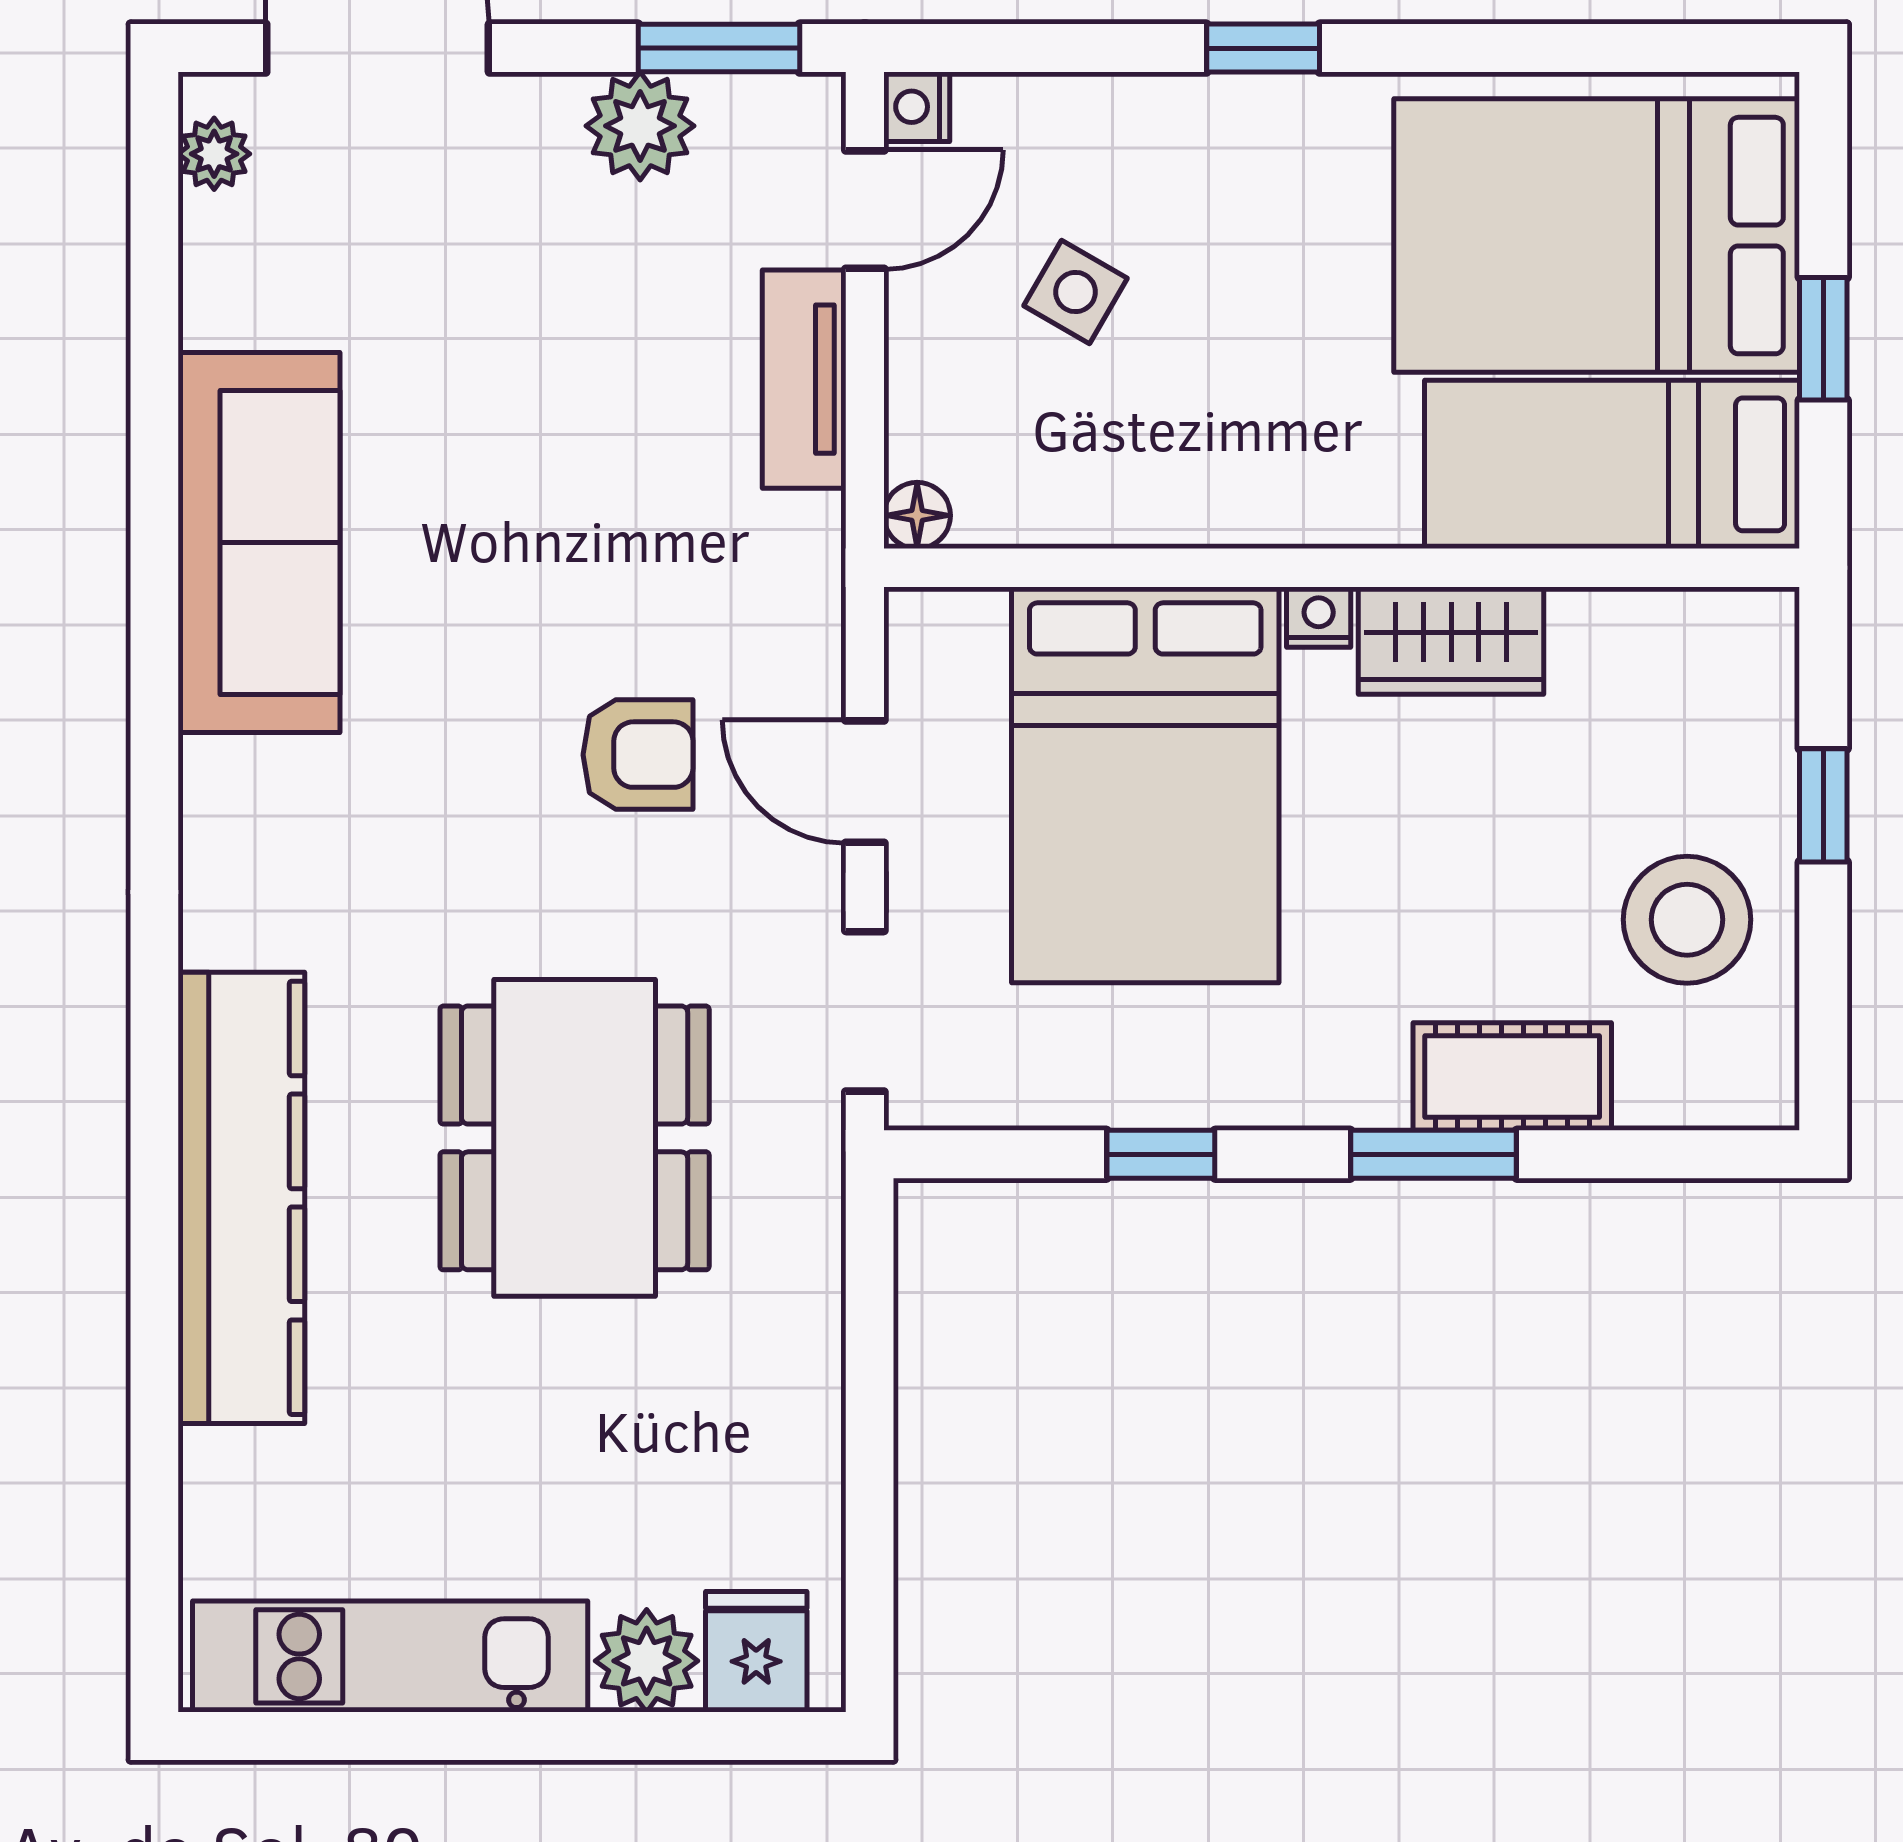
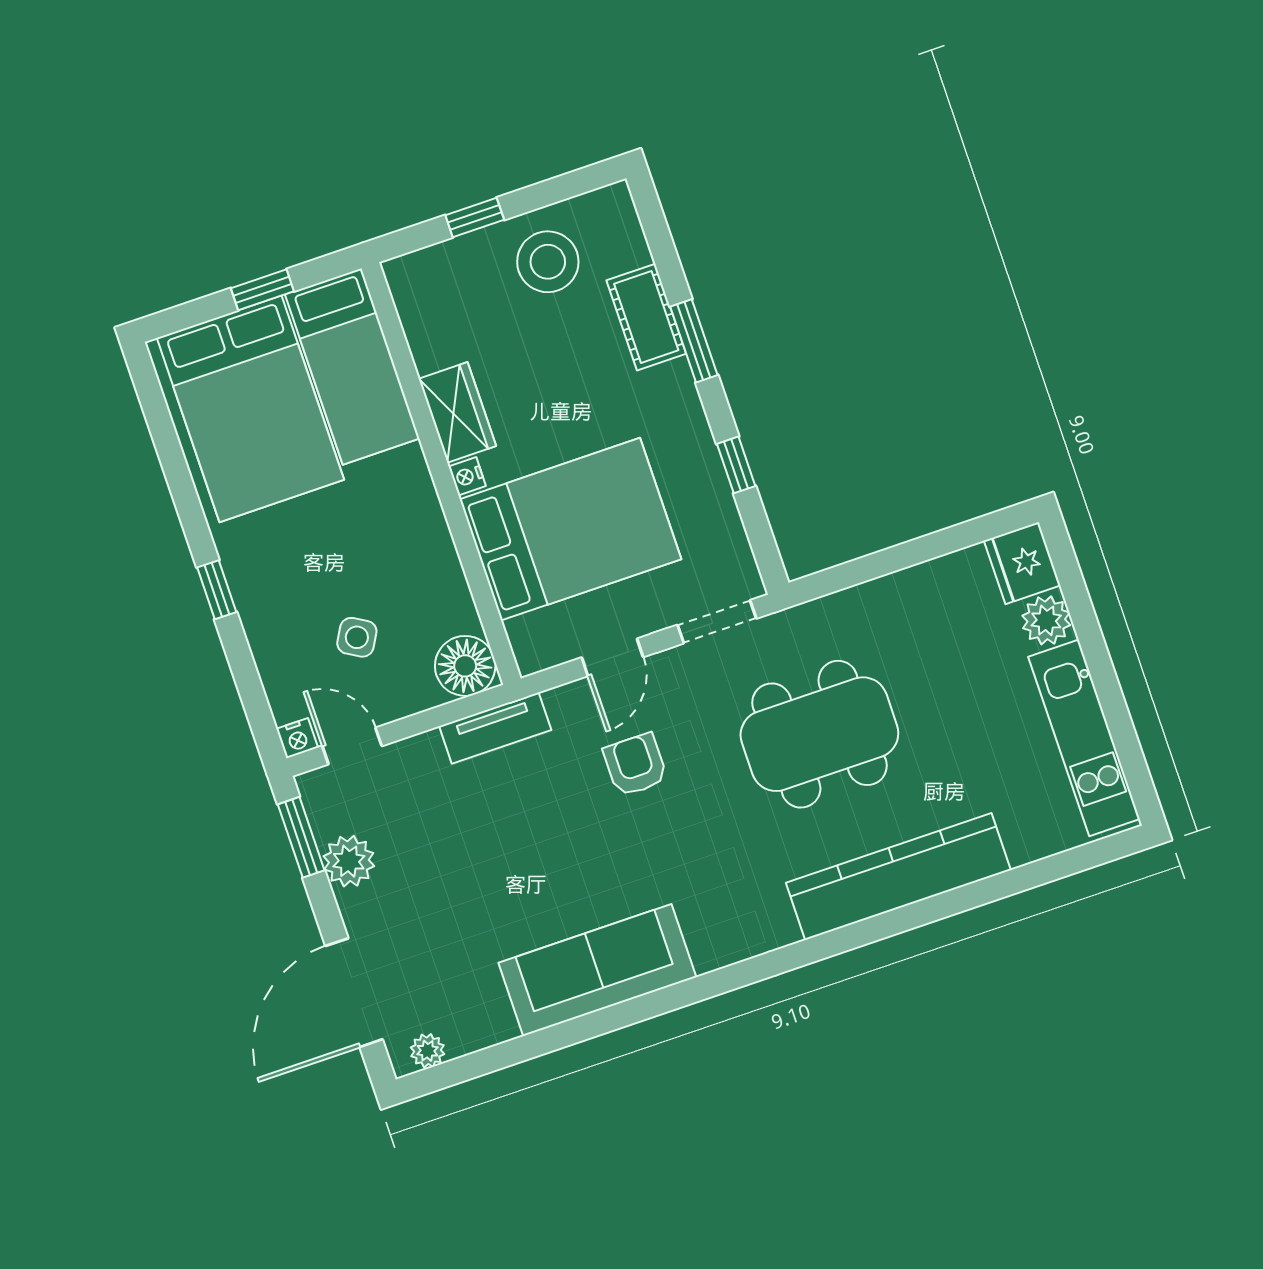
tv unit: (804, 379) -> (495, 728), moved
floor lamp: (917, 515) -> (465, 666), width x1.89, depth x1.89
fridge: (756, 1652) -> (1022, 563), width x1.38

